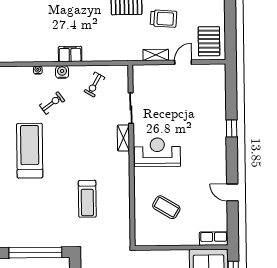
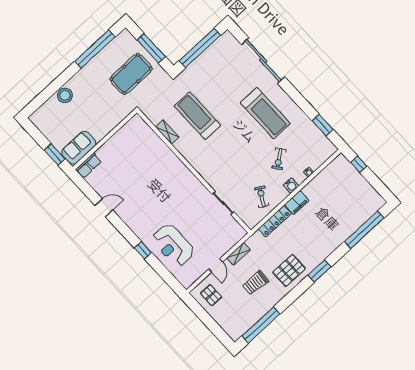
pallet: (209, 41) -> (211, 295), width x0.67, depth x0.71
locker: (102, 55) -> (275, 221), added
shelving: (123, 138) -> (167, 132), moved
reception desk: (157, 152) -> (173, 245), moved, turned 90
treadmill: (87, 199) -> (197, 116), width x1.37, depth x1.38
coffee table: (166, 207) -> (139, 158), removed

